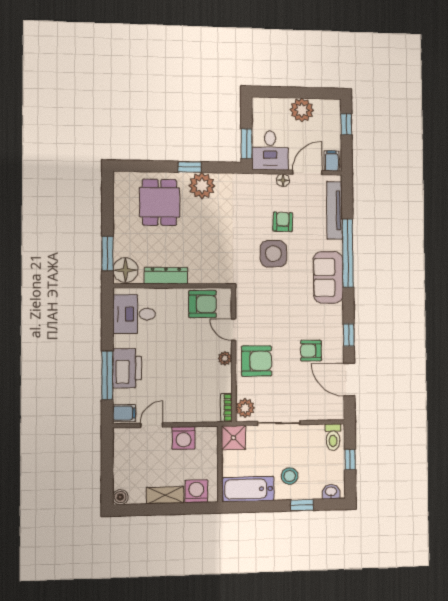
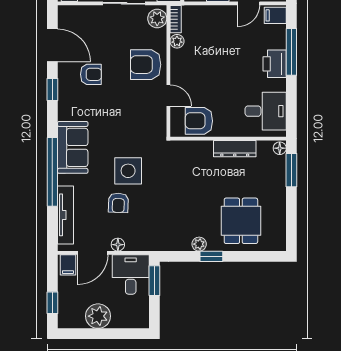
plant: (202, 186) -> (199, 244), width x0.53, depth x0.53
floor lamp: (125, 270) -> (280, 148), width x0.53, depth x0.53
plant: (225, 358) -> (177, 41), moved
printer: (127, 368) -> (275, 64), width x0.73, depth x0.84

